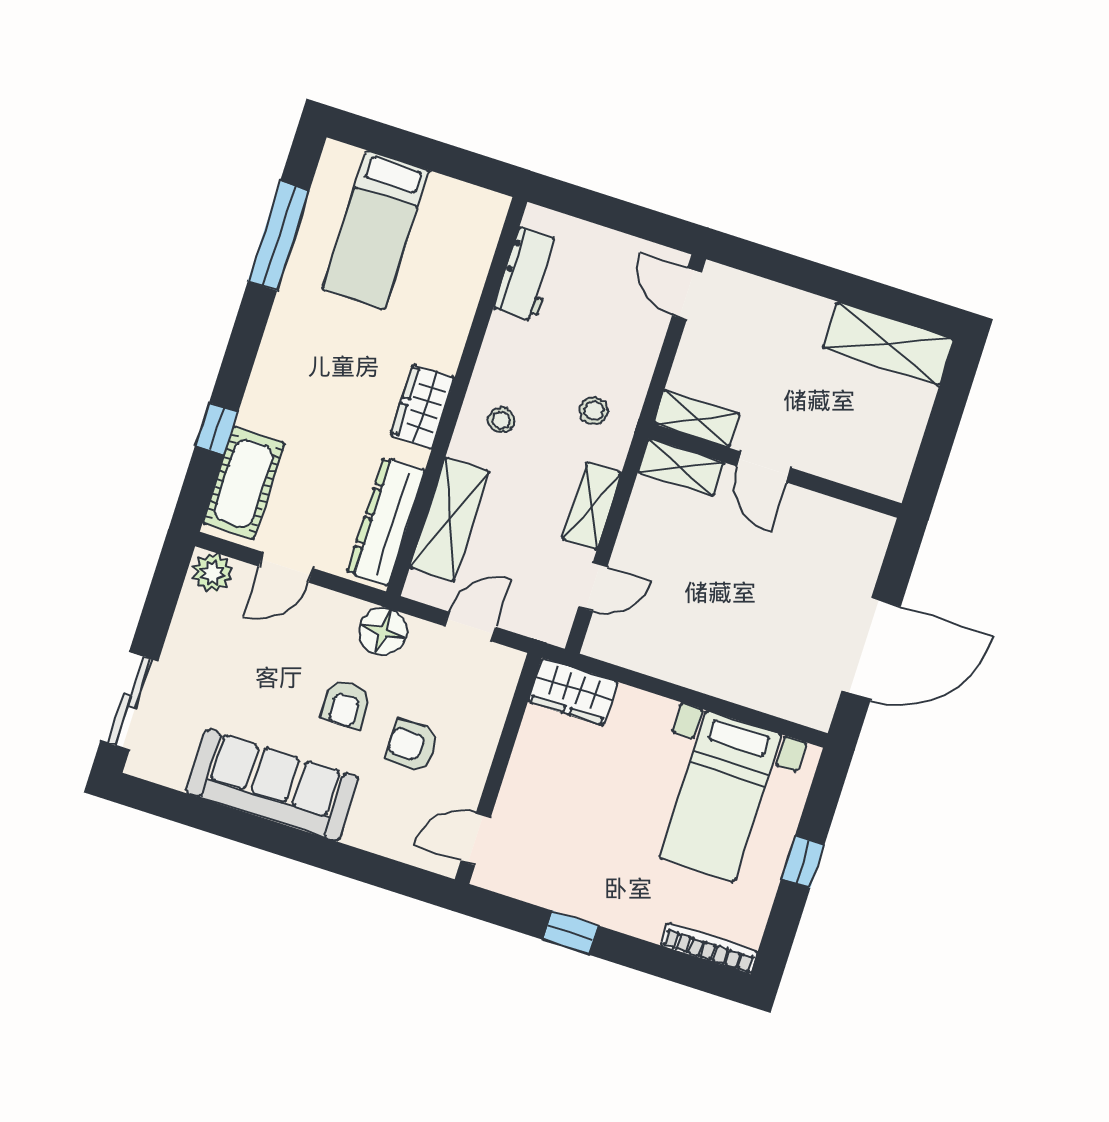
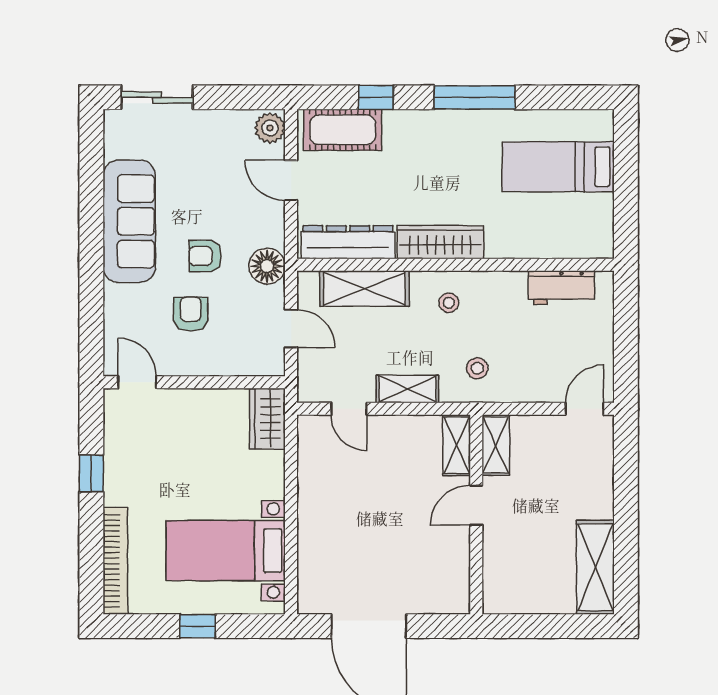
window: (279, 236) -> (475, 97), moved
wardrobe: (422, 407) -> (440, 242), width x1.50
bookcase: (709, 948) -> (115, 561), width x1.48, depth x1.31

